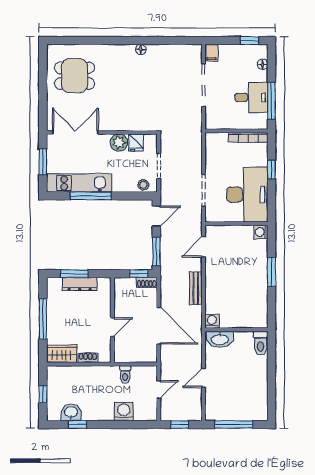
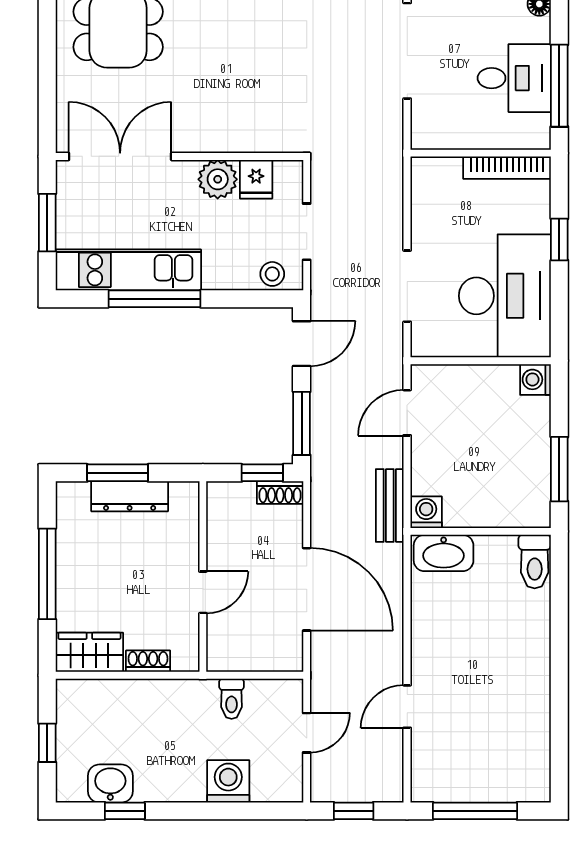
washing machine: (212, 321) -> (426, 512), moved
wall: (236, 330) -> (481, 531), moved
washbasin: (220, 339) -> (444, 553), moved
toilet: (260, 343) -> (535, 562), moved

